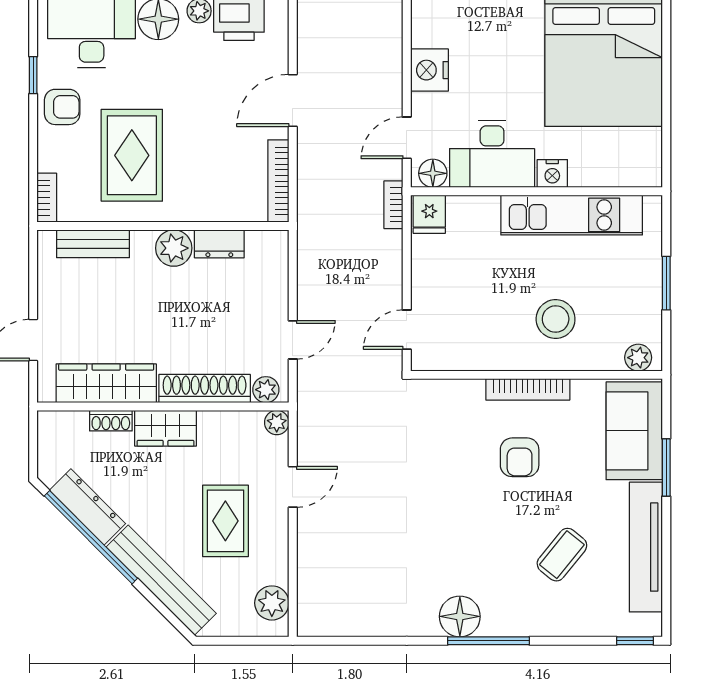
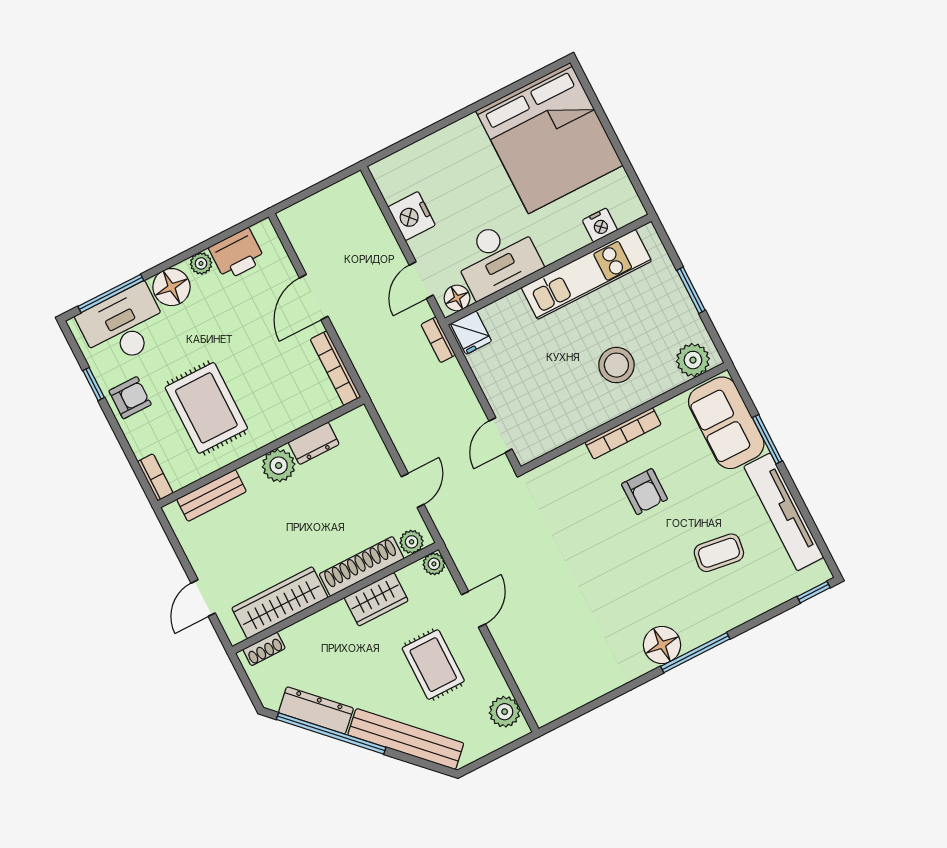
nightstand: (552, 174) -> (600, 225), moved
plant: (638, 358) -> (693, 360), width x1.38, depth x1.38
shoe rack: (111, 421) -> (264, 649), moved
wardrobe: (166, 428) -> (376, 599), moved
coffee table: (562, 555) -> (719, 553), turned 59

